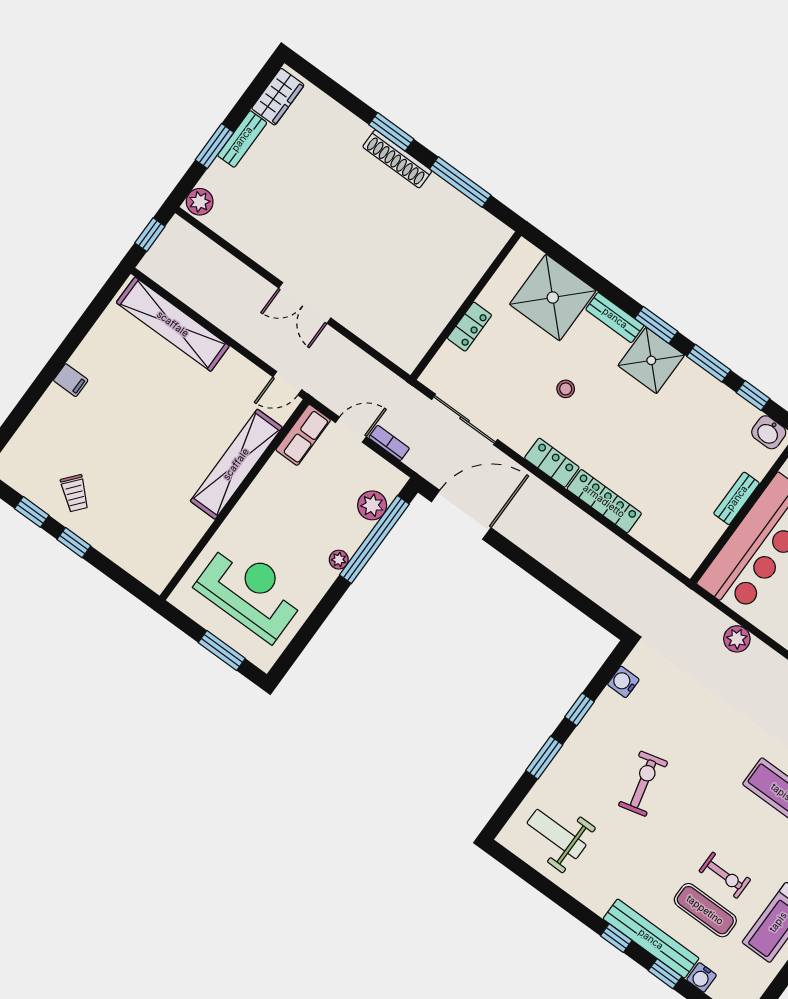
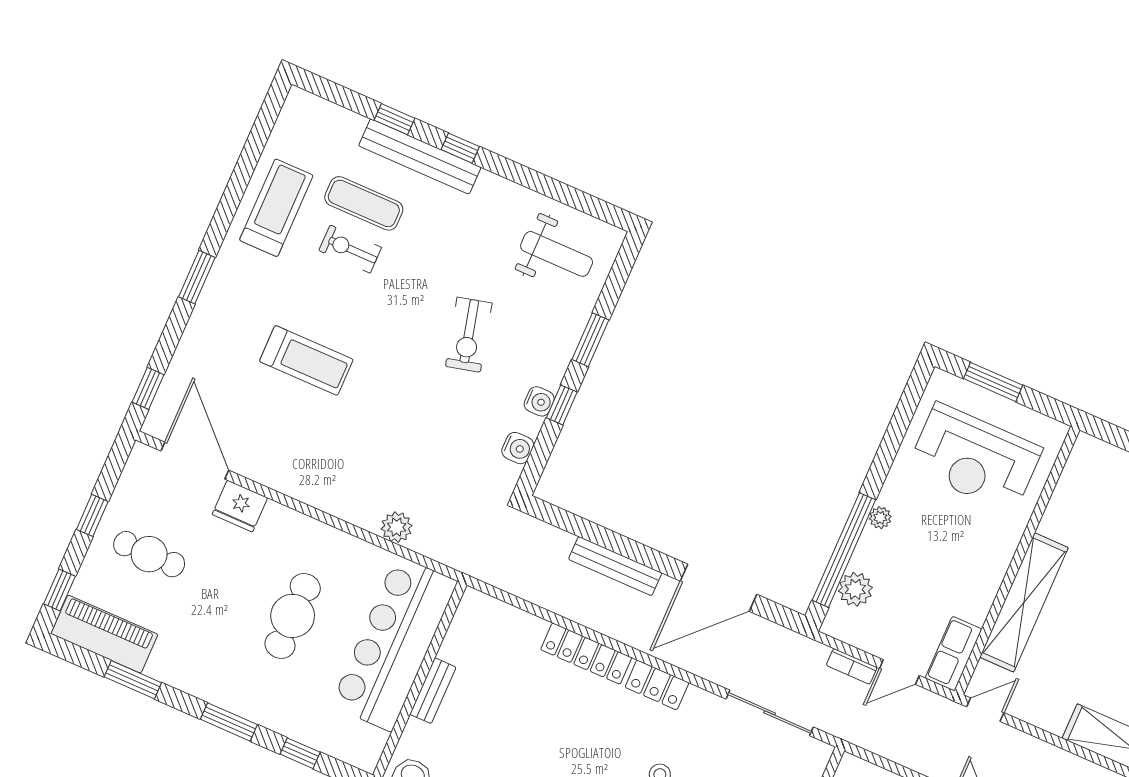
door: (461, 515) -> (719, 588), moved
bench: (565, 568) -> (615, 566), added
water cooler: (702, 977) -> (539, 401), moved, turned 90

